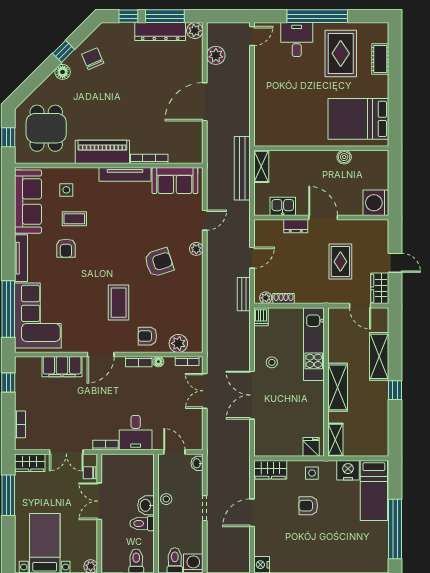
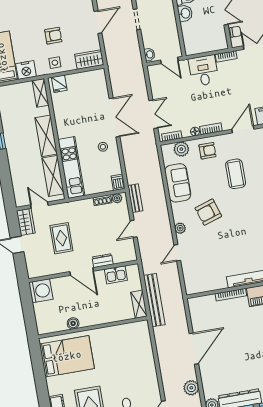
sofa: (175, 181) -> (178, 183), moved, turned 90
shelving: (379, 356) -> (53, 176), moved
stool: (166, 499) -> (169, 21), removed

